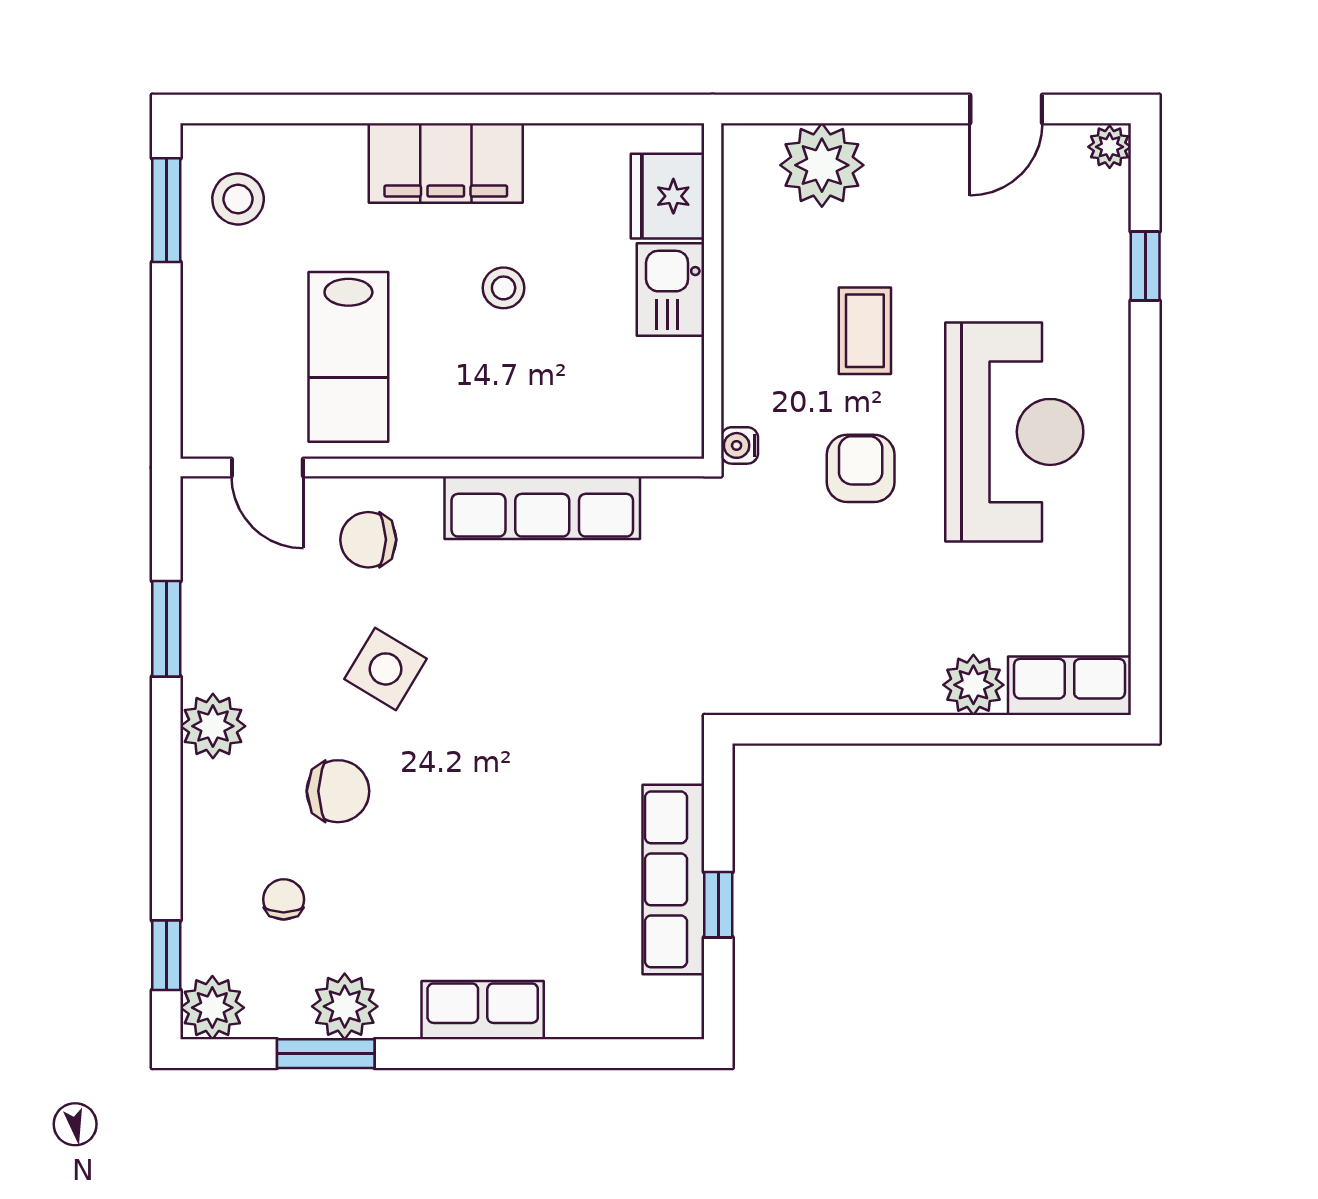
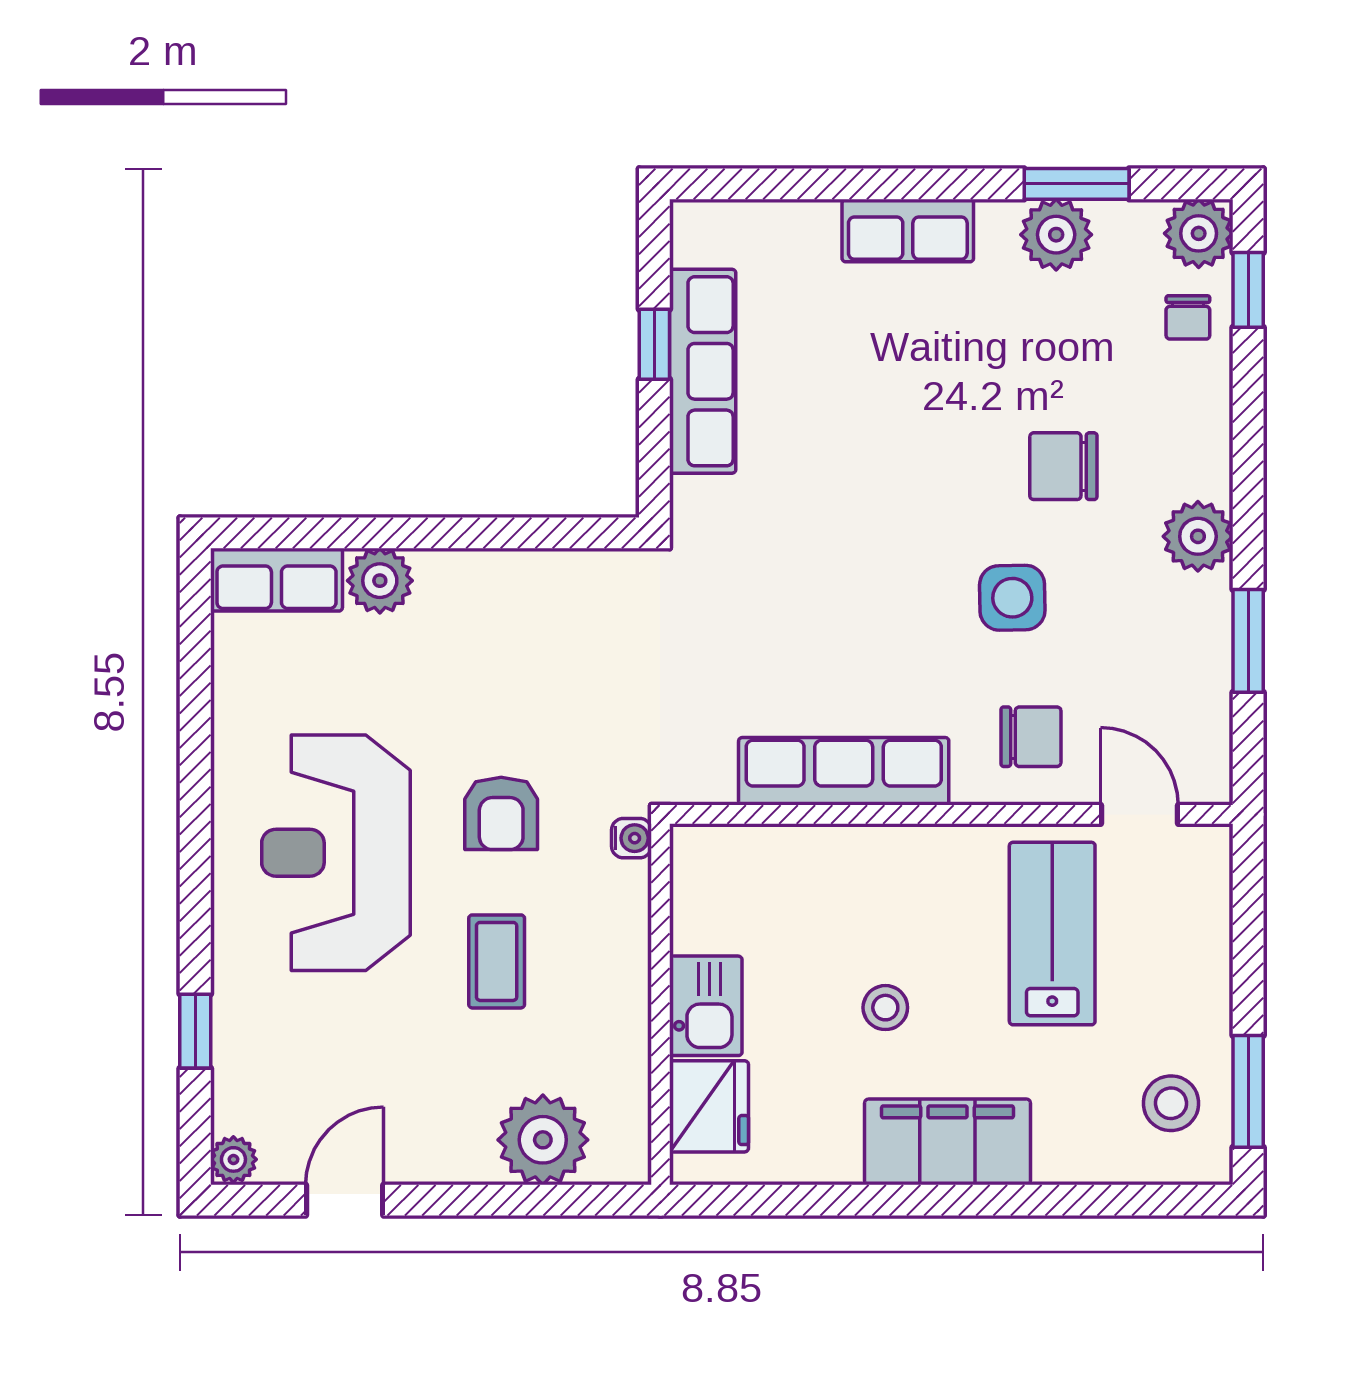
side table: (386, 669) -> (1012, 598), turned -32
chair: (284, 899) -> (1188, 317), moved

